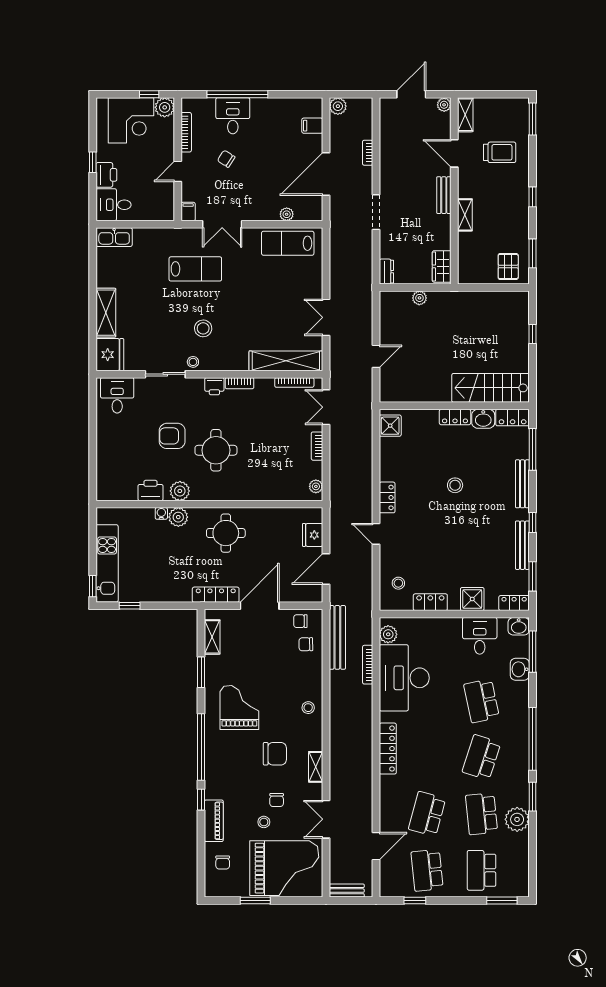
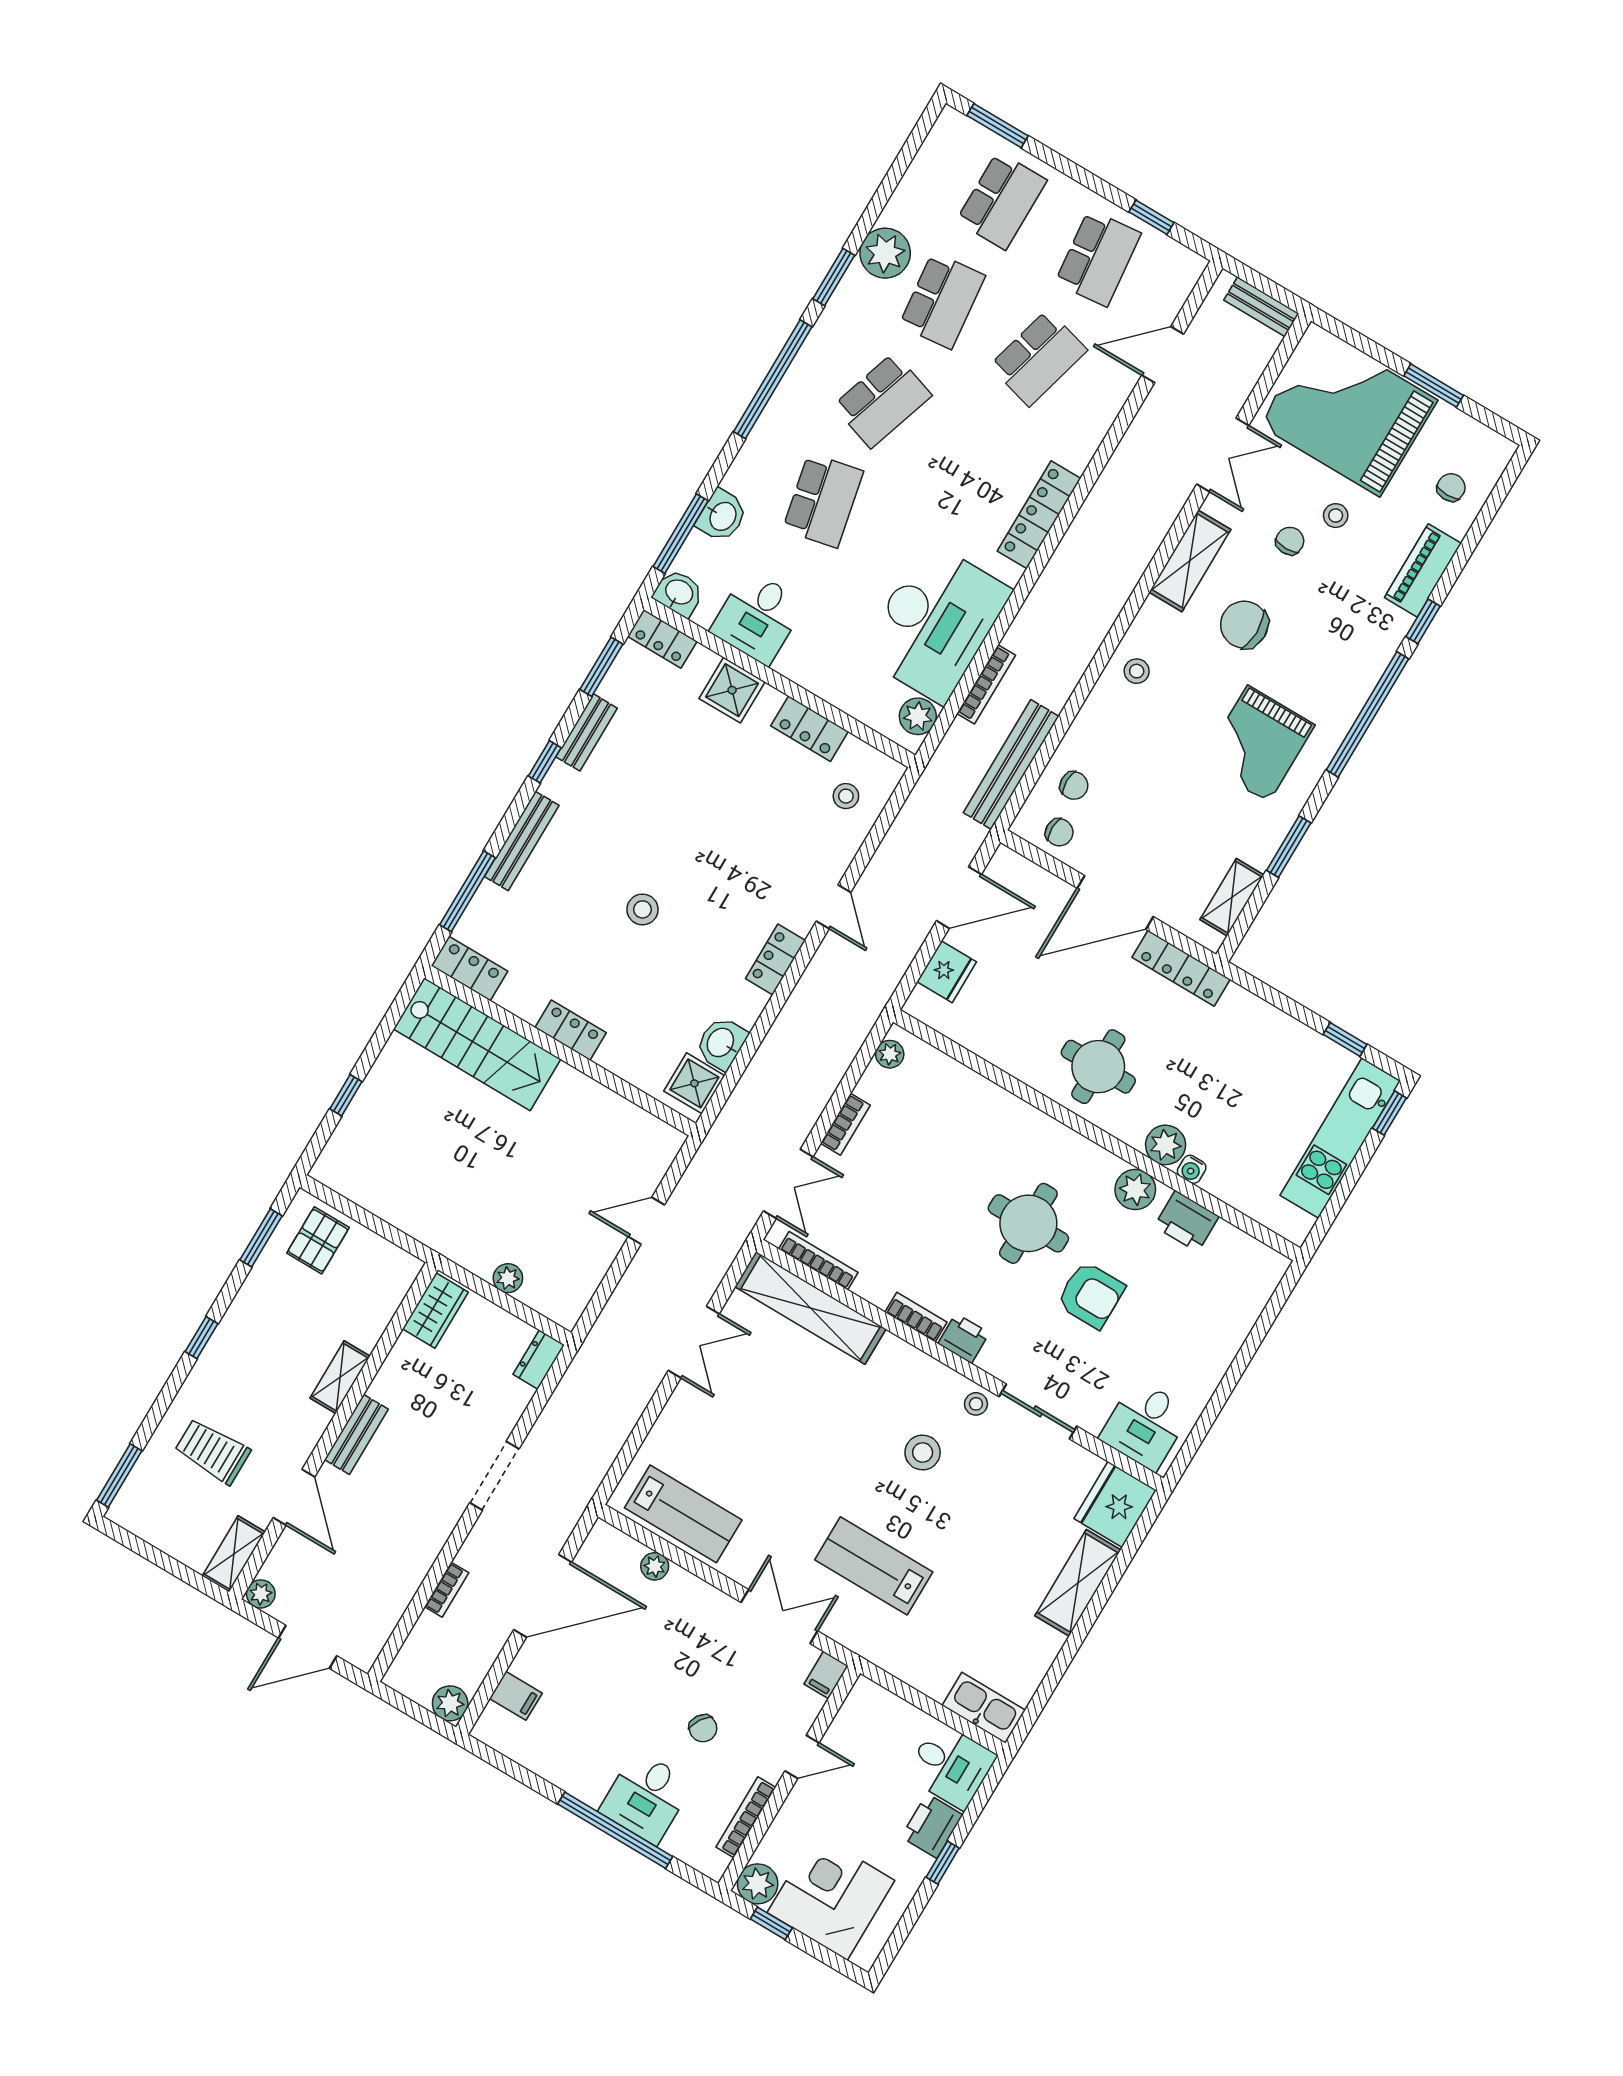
washbasin: (483, 419) -> (721, 1043), moved, turned -90
bench: (522, 545) -> (587, 732), width x0.73
shelving: (316, 767) -> (1190, 561), width x1.50, depth x1.33

